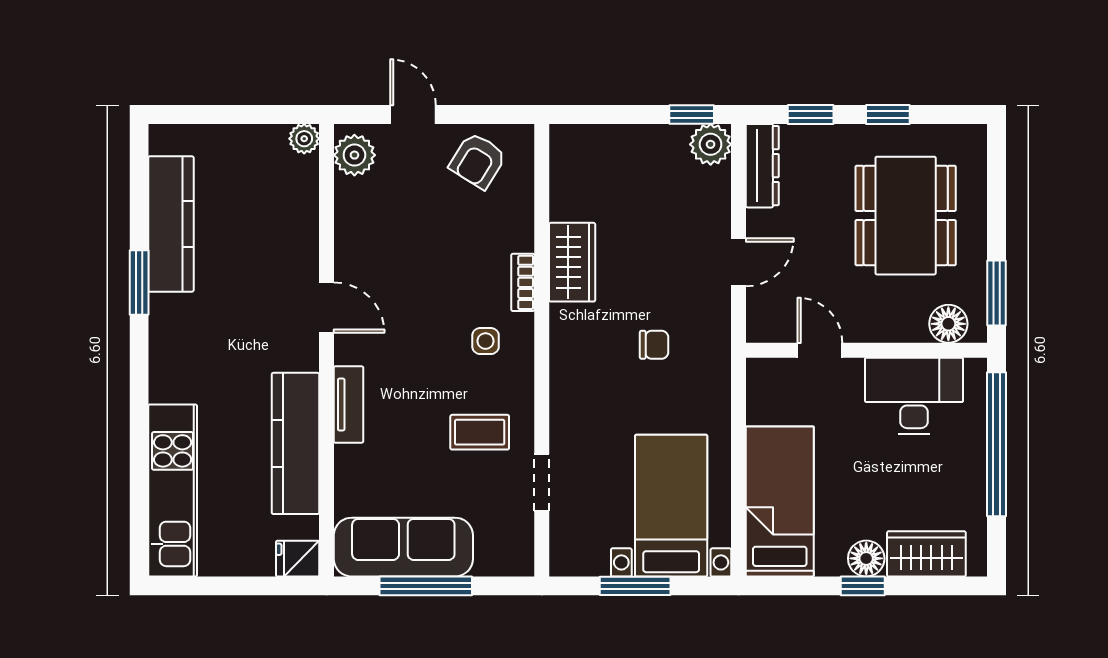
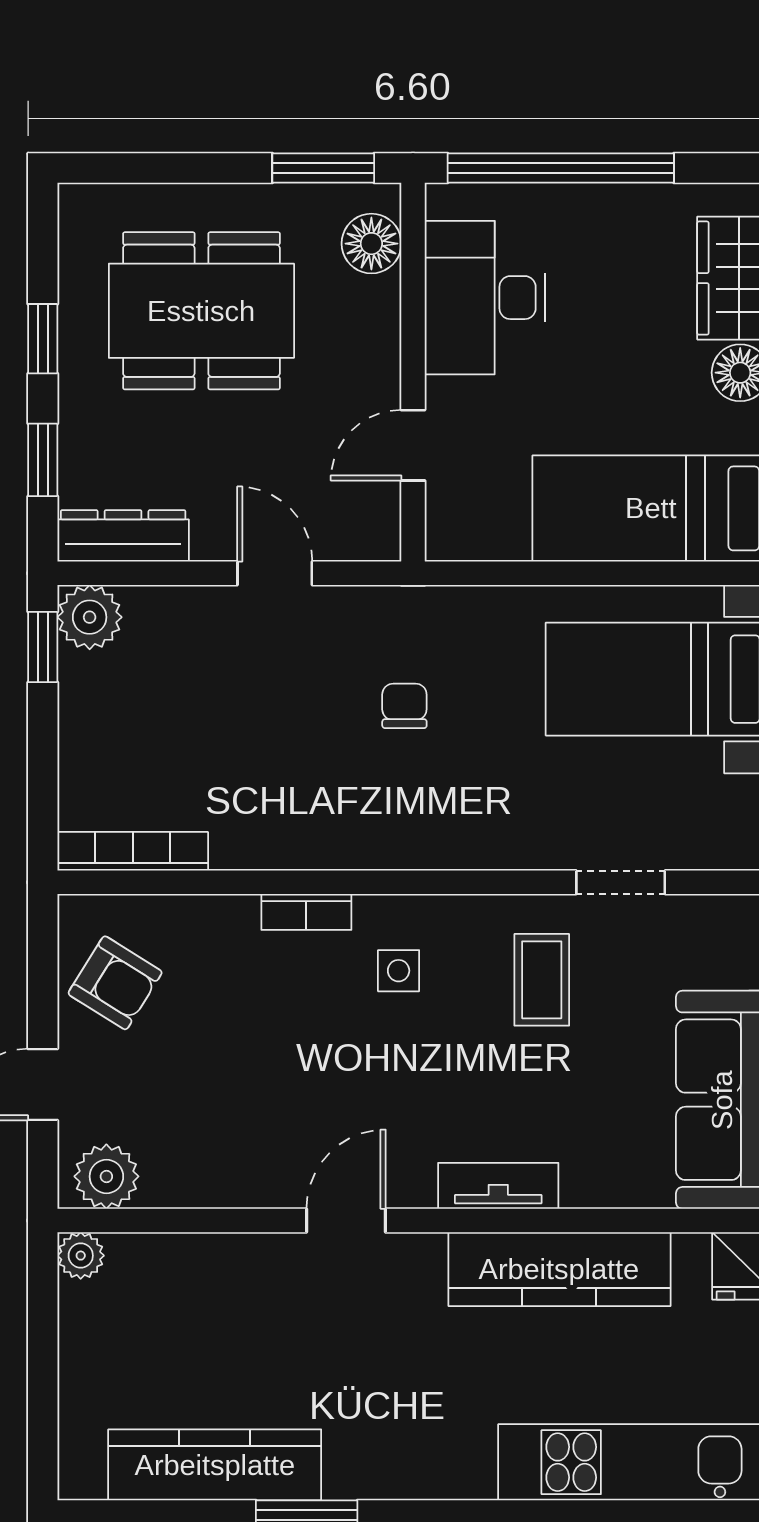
bookcase: (561, 172) -> (133, 851), added
wardrobe: (572, 262) -> (275, 835), removed

